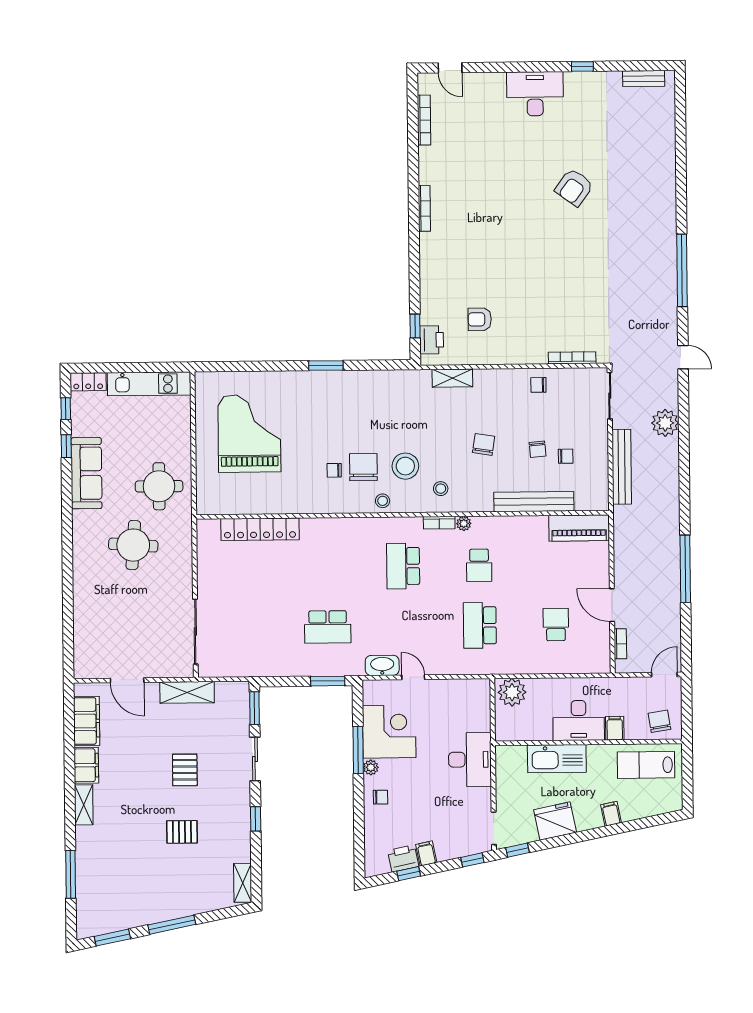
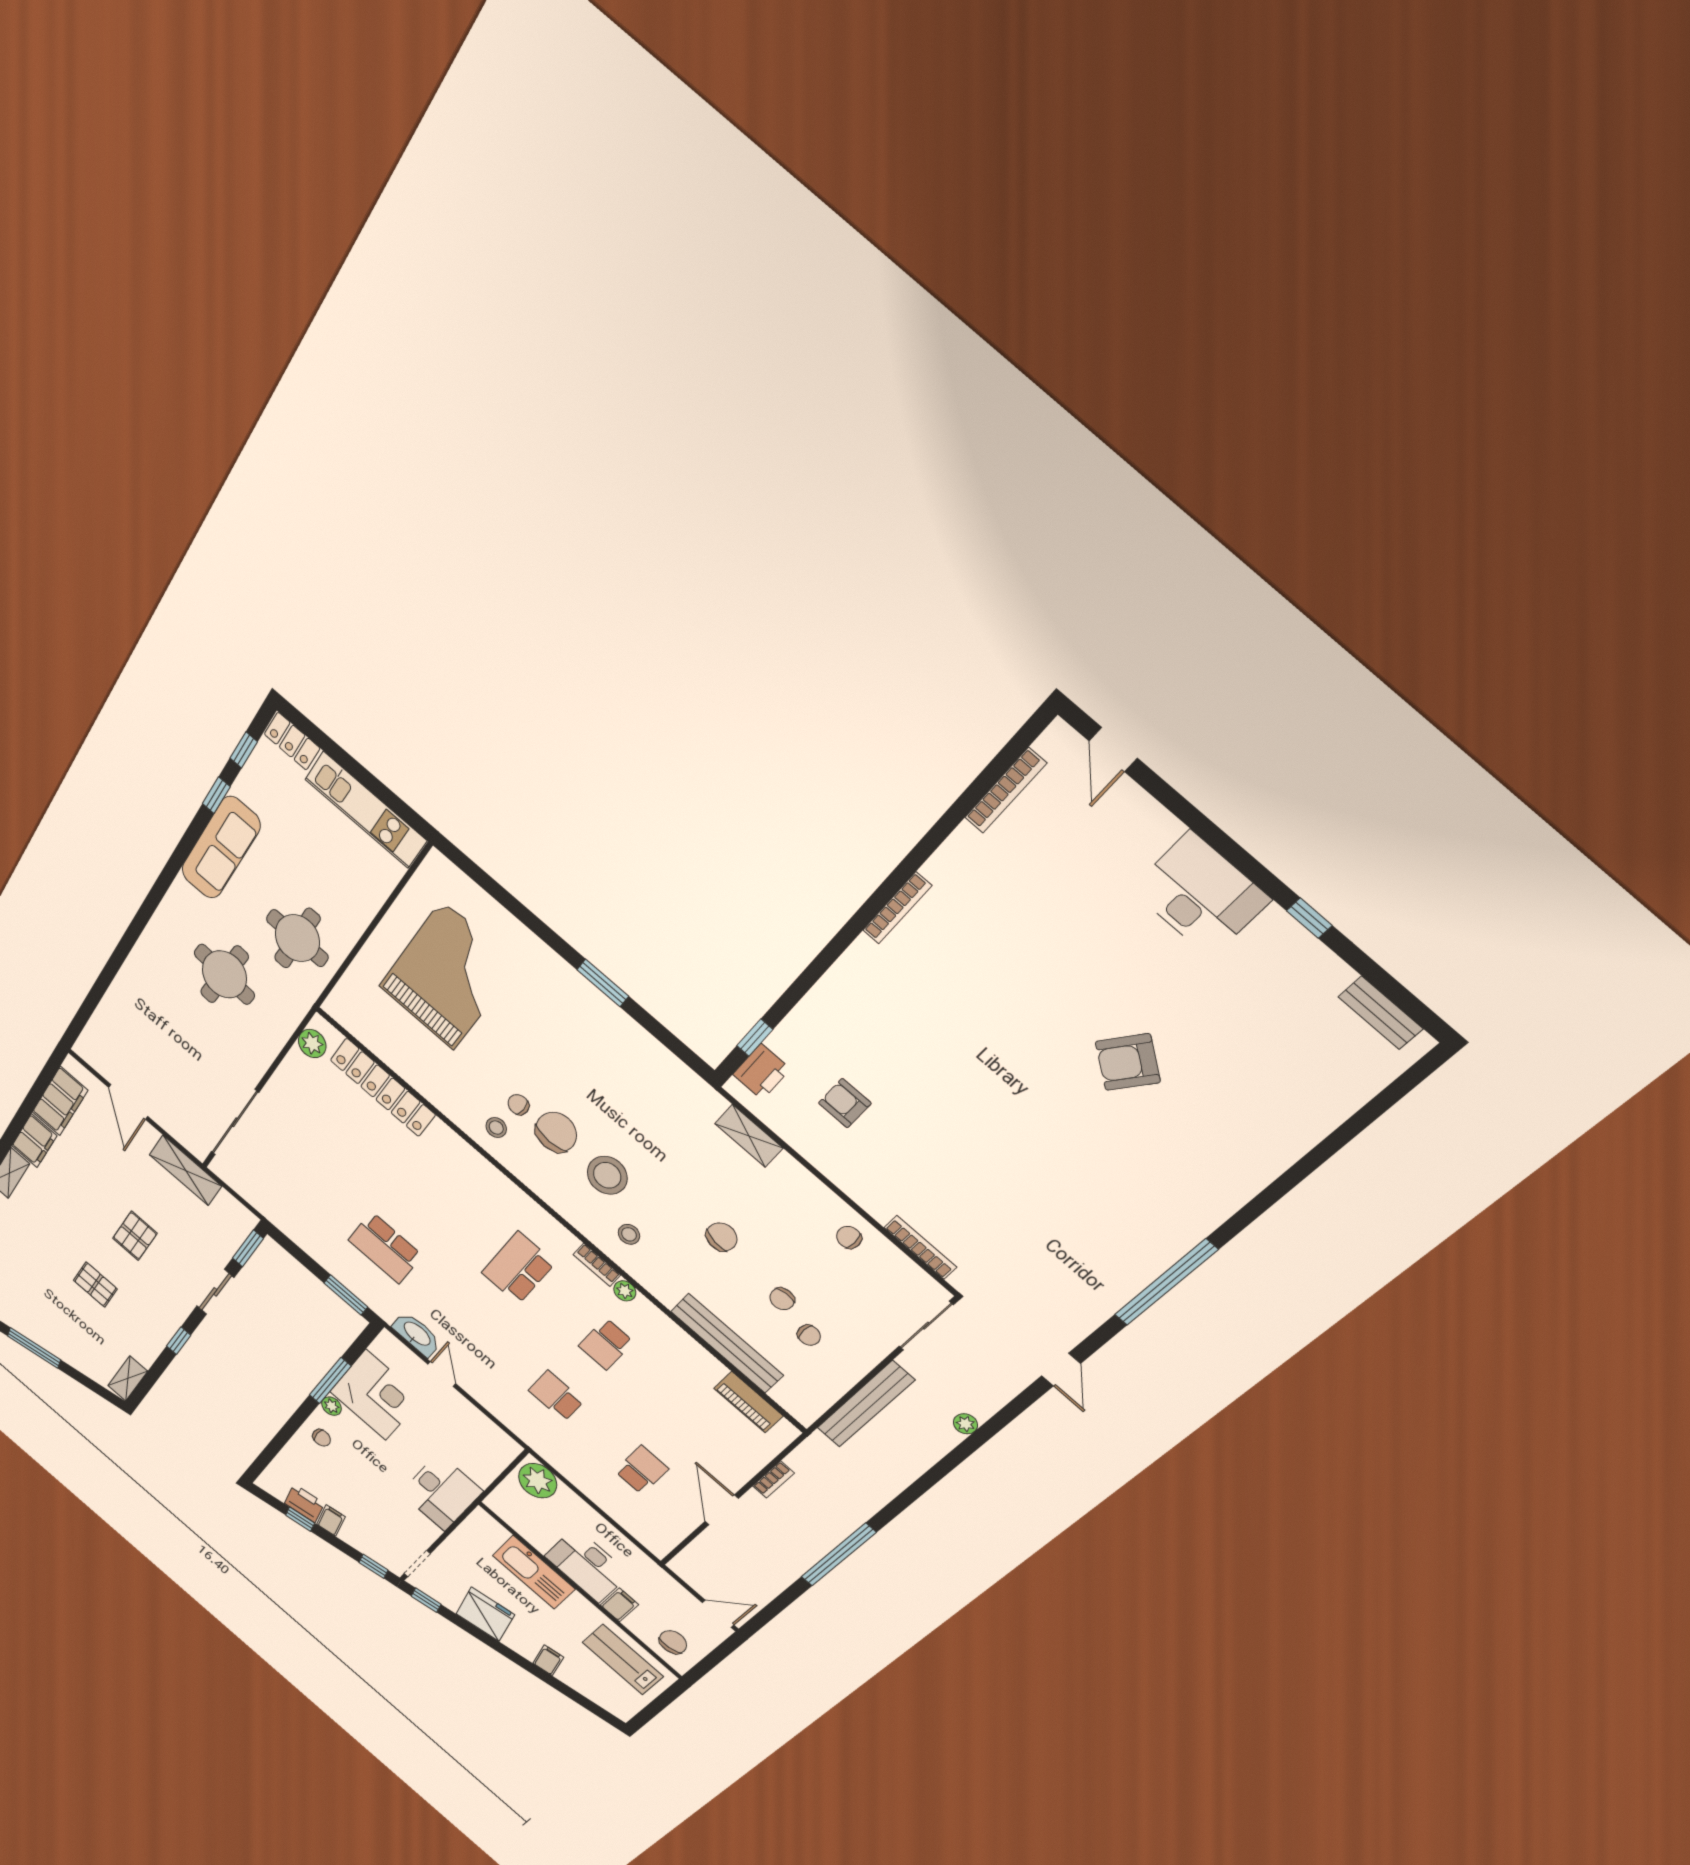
plant: (665, 423) -> (965, 1424), width x0.53, depth x0.53
stool: (383, 501) -> (496, 1128), moved
piano: (579, 528) -> (749, 1402), width x0.73, depth x0.75
plant: (206, 540) -> (312, 1043), added
school desk: (480, 625) -> (556, 1396), width x0.54
bookcase: (620, 644) -> (773, 1480), moved

